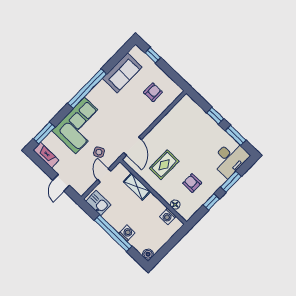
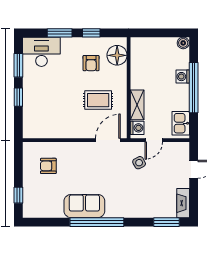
sofa: (122, 73) -> (84, 206), moved
corner sofa: (80, 125) -> (132, 199), removed
floor lamp: (175, 205) -> (117, 55), width x1.89, depth x1.89
washing machine: (168, 216) -> (137, 128), moved

